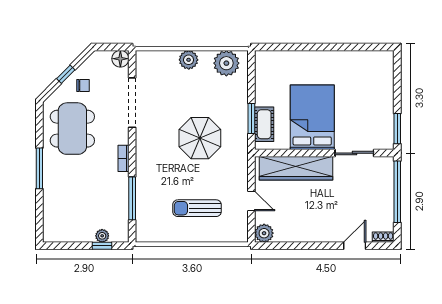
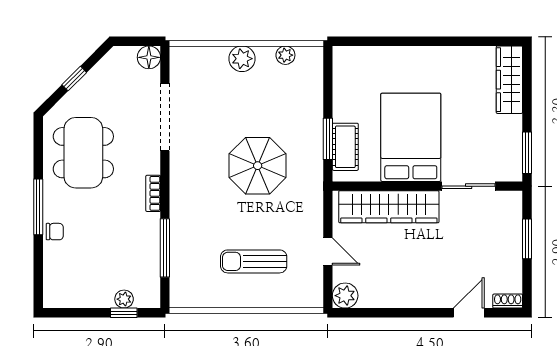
plant: (226, 63) -> (285, 55), width x0.53, depth x0.53
wardrobe: (384, 75) -> (509, 80), added
chair: (83, 85) -> (55, 232), moved
window: (397, 192) -> (527, 239), width x0.47

